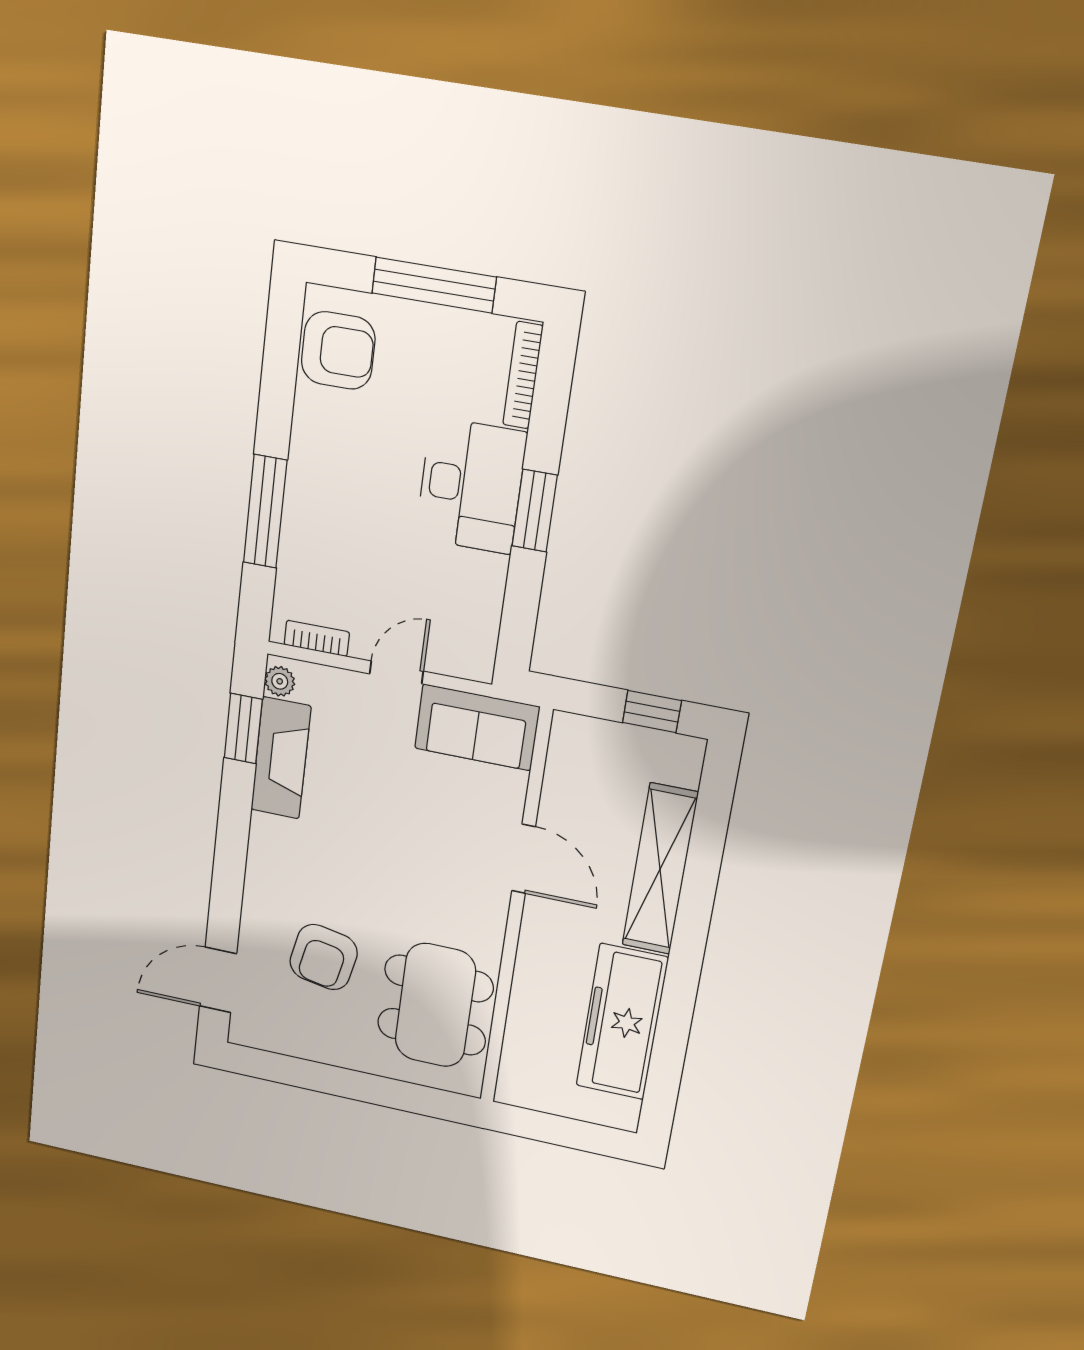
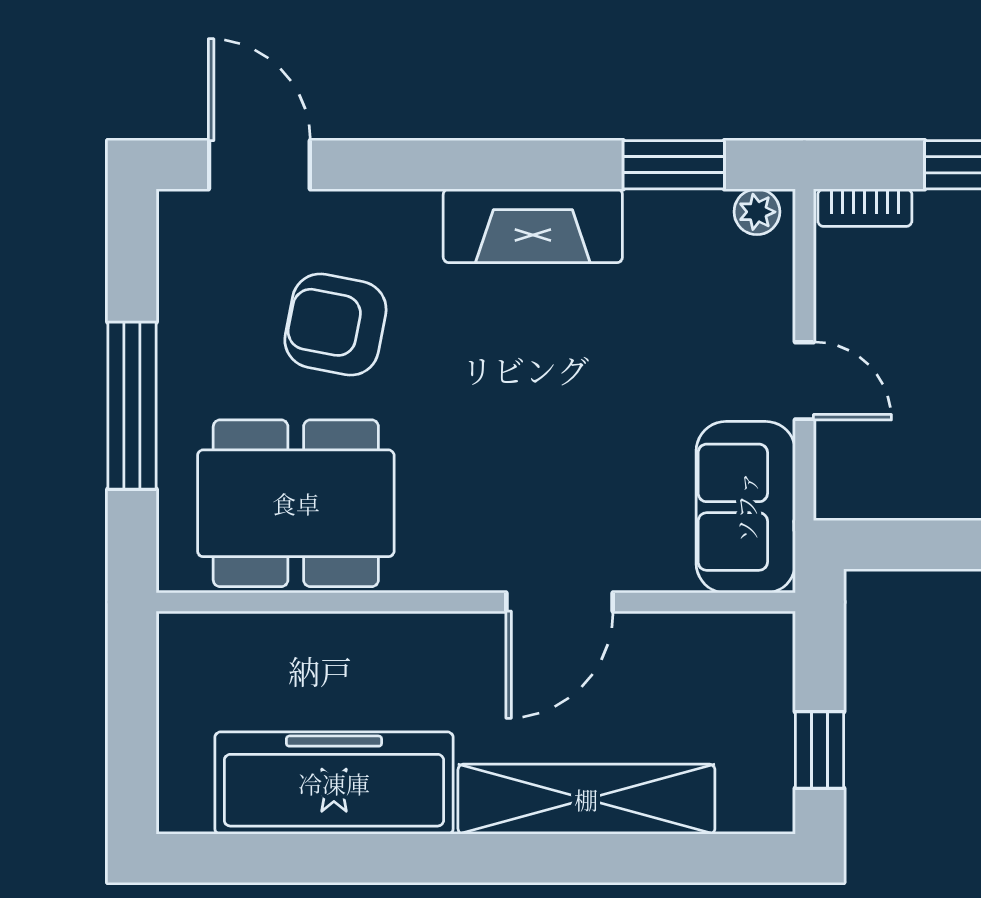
bookcase: (317, 638) -> (865, 208), moved, turned 90
fireplace: (281, 758) -> (533, 226), moved
window: (360, 1086) -> (132, 406), added

